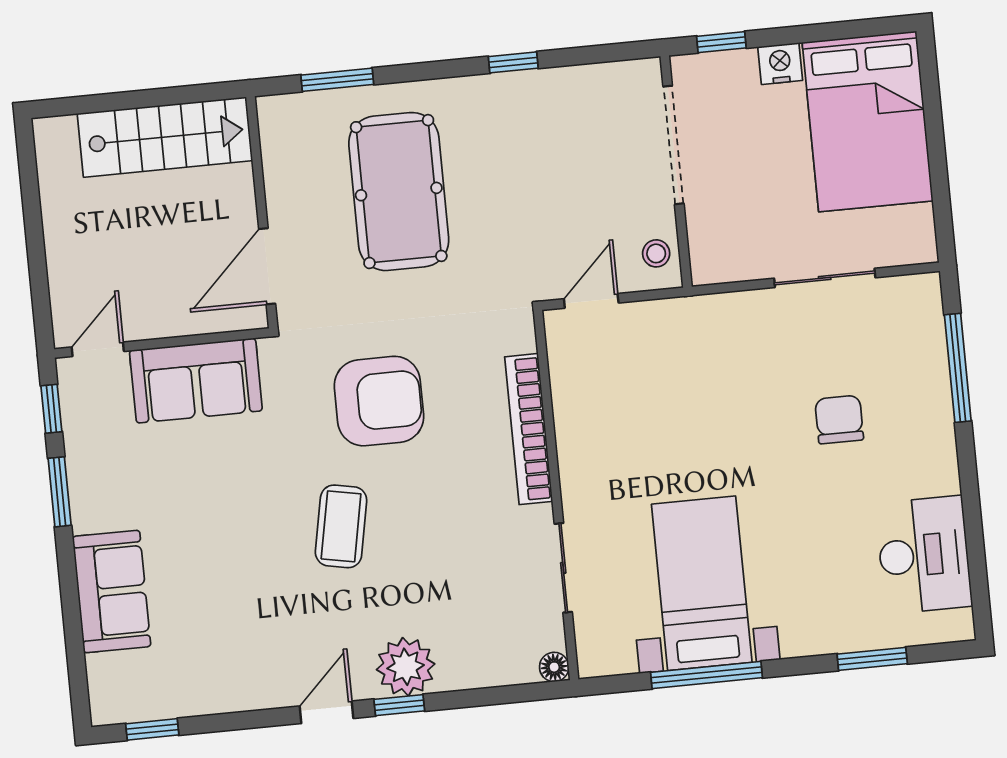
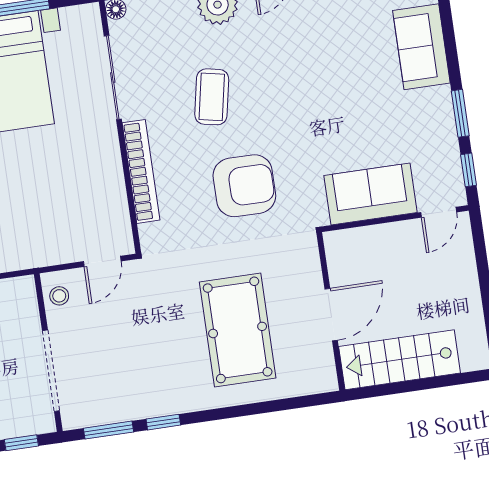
window: (337, 80) -> (109, 430), moved
door: (267, 266) -> (331, 315), moved
armchair: (379, 401) -> (244, 186), turned 180
coffee table: (341, 526) -> (212, 97), moved
sliding door: (563, 568) -> (113, 77), width x1.37

